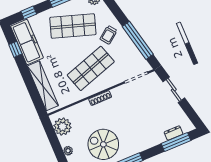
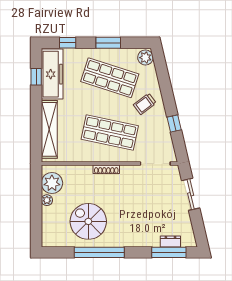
window: (138, 40) -> (174, 123), width x0.32
shop shelf: (91, 68) -> (110, 132), turned 30
plant: (68, 151) -> (47, 200), moved

